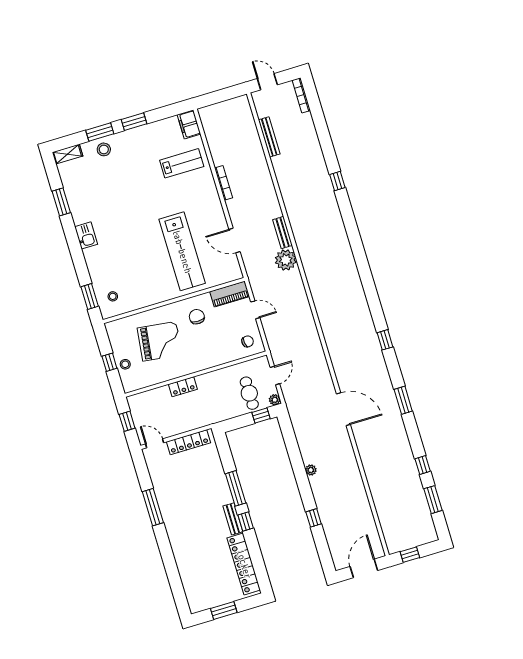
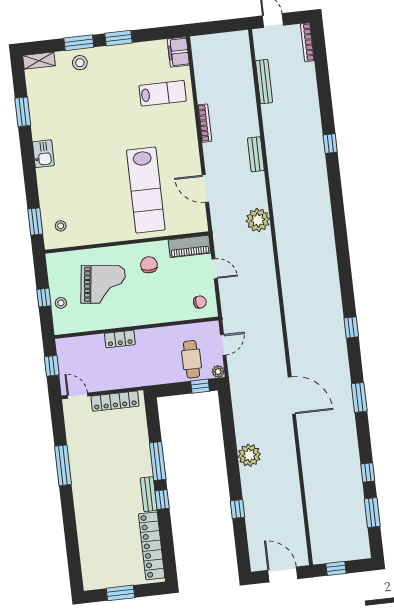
bench: (283, 233) -> (256, 154), moved
plant: (311, 470) -> (249, 455), width x1.88, depth x1.88
door: (364, 568) -> (283, 574), hinge flipped

